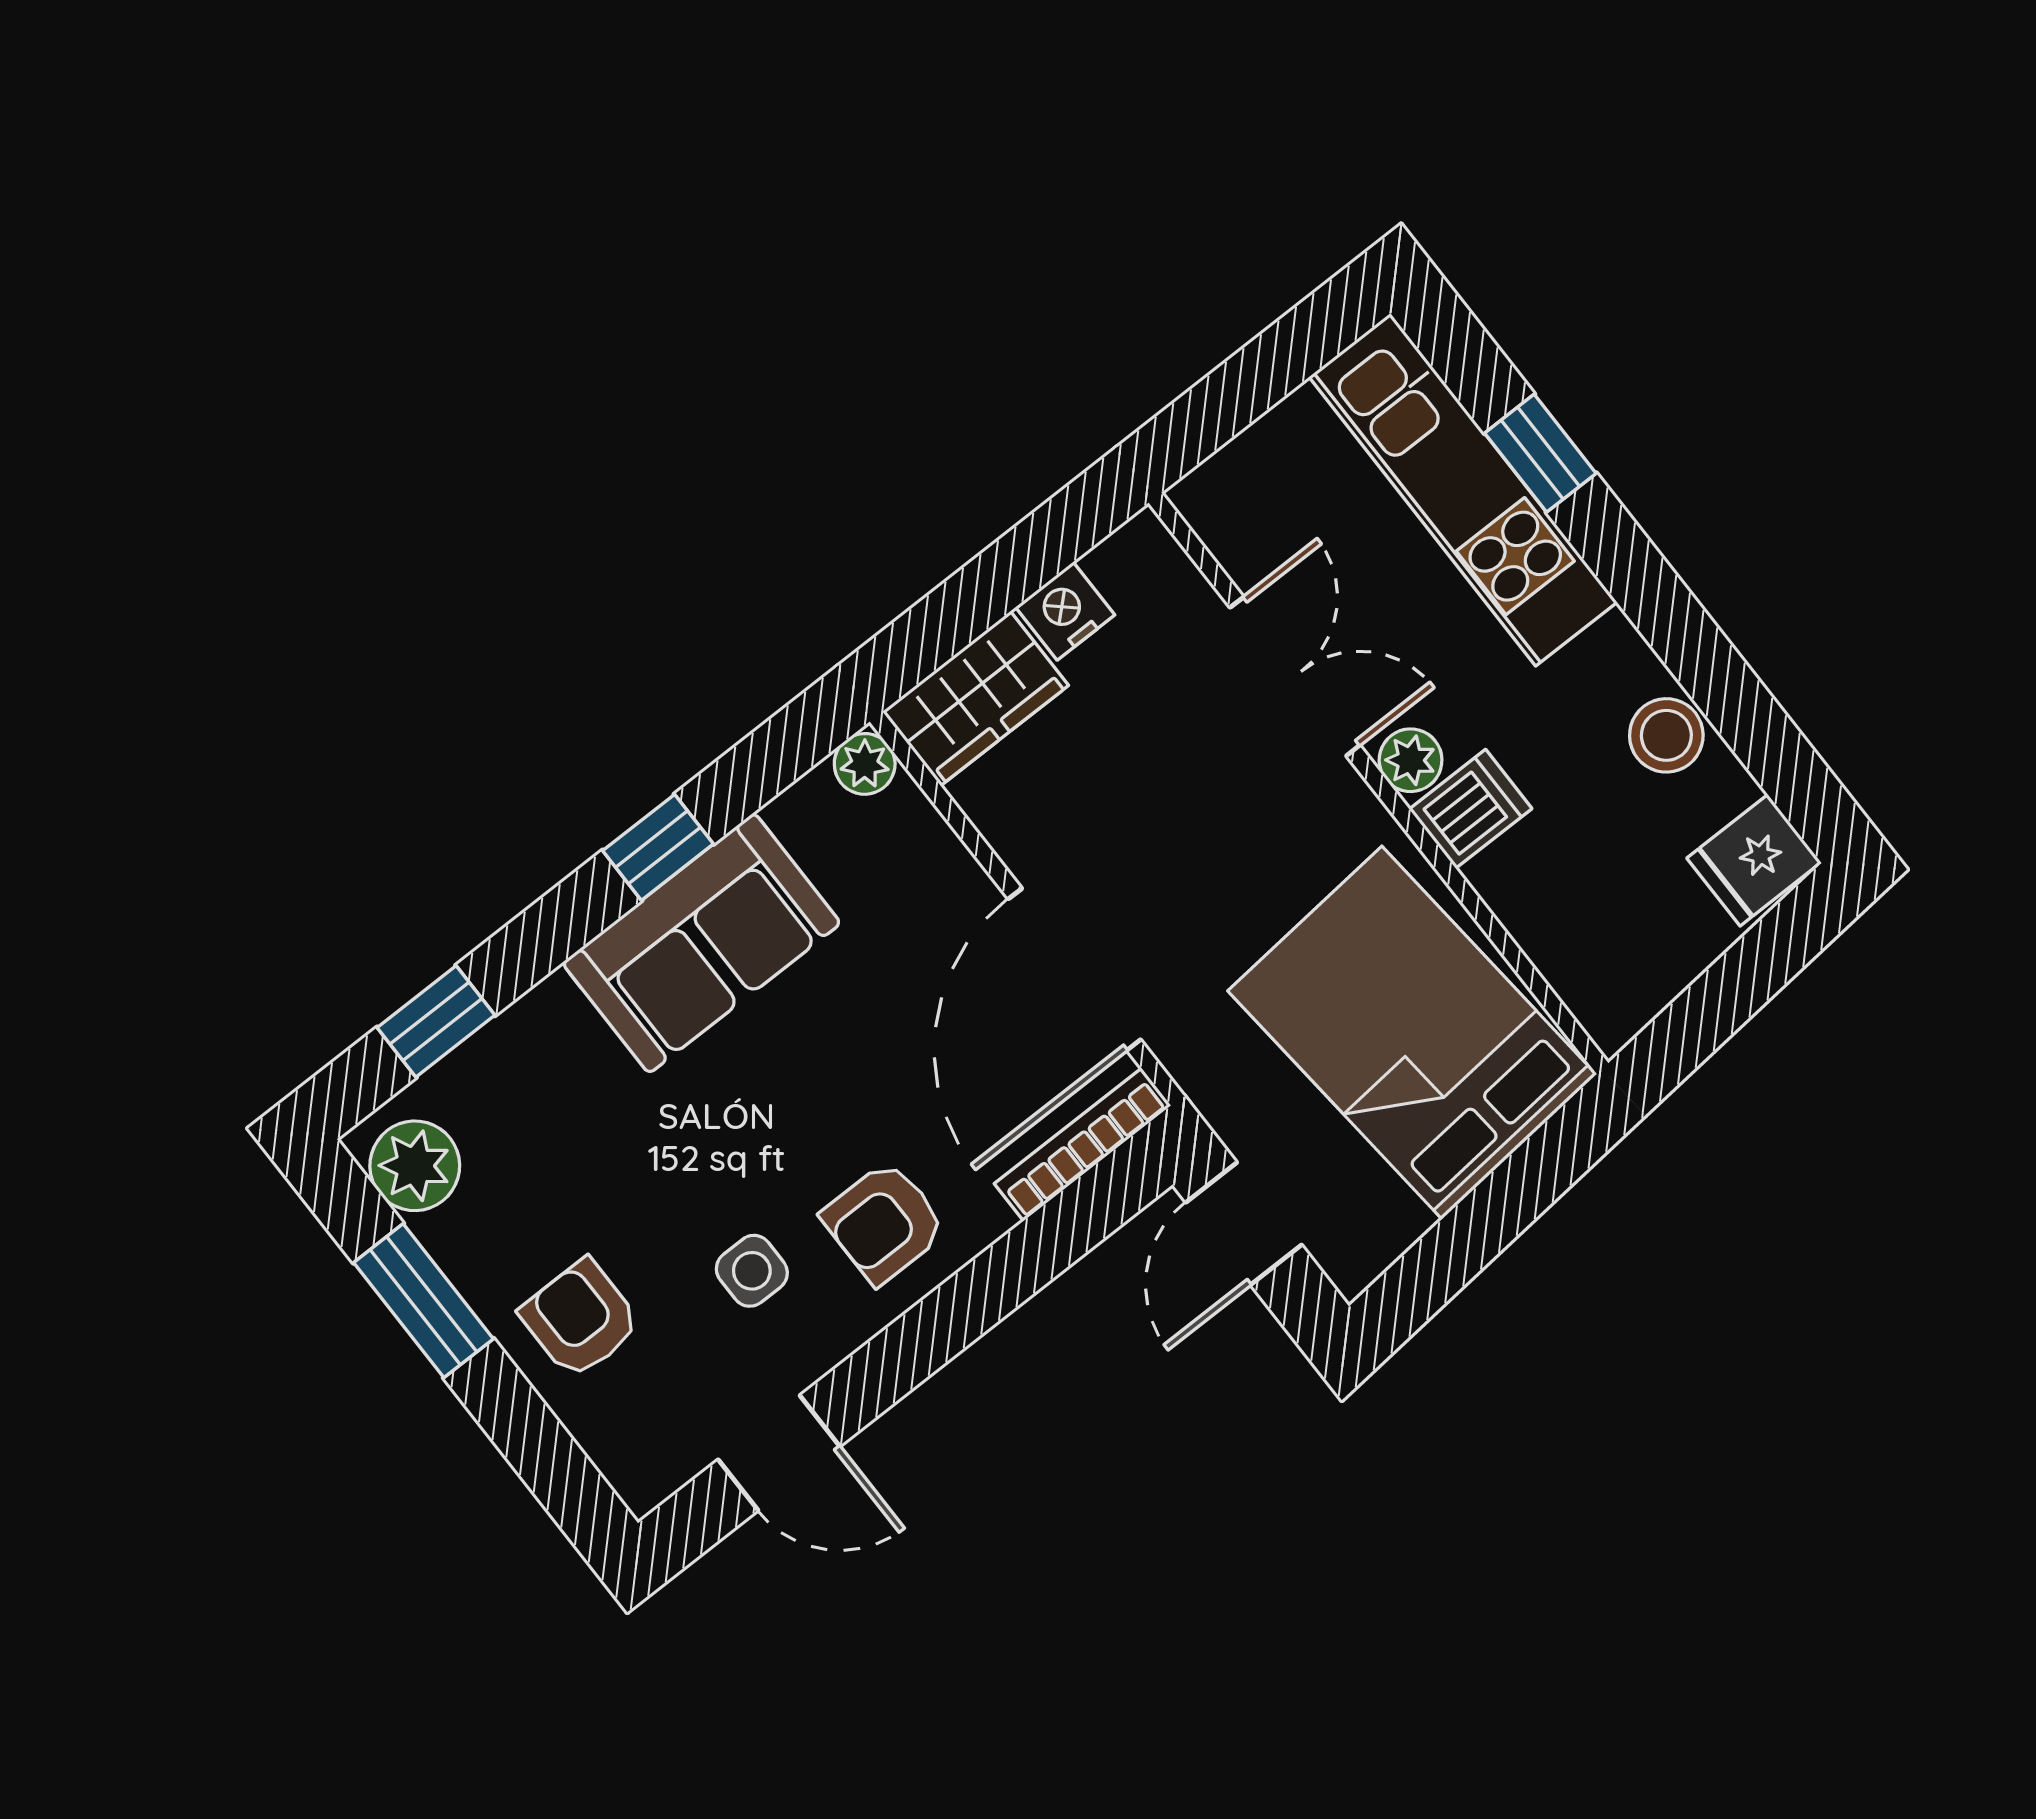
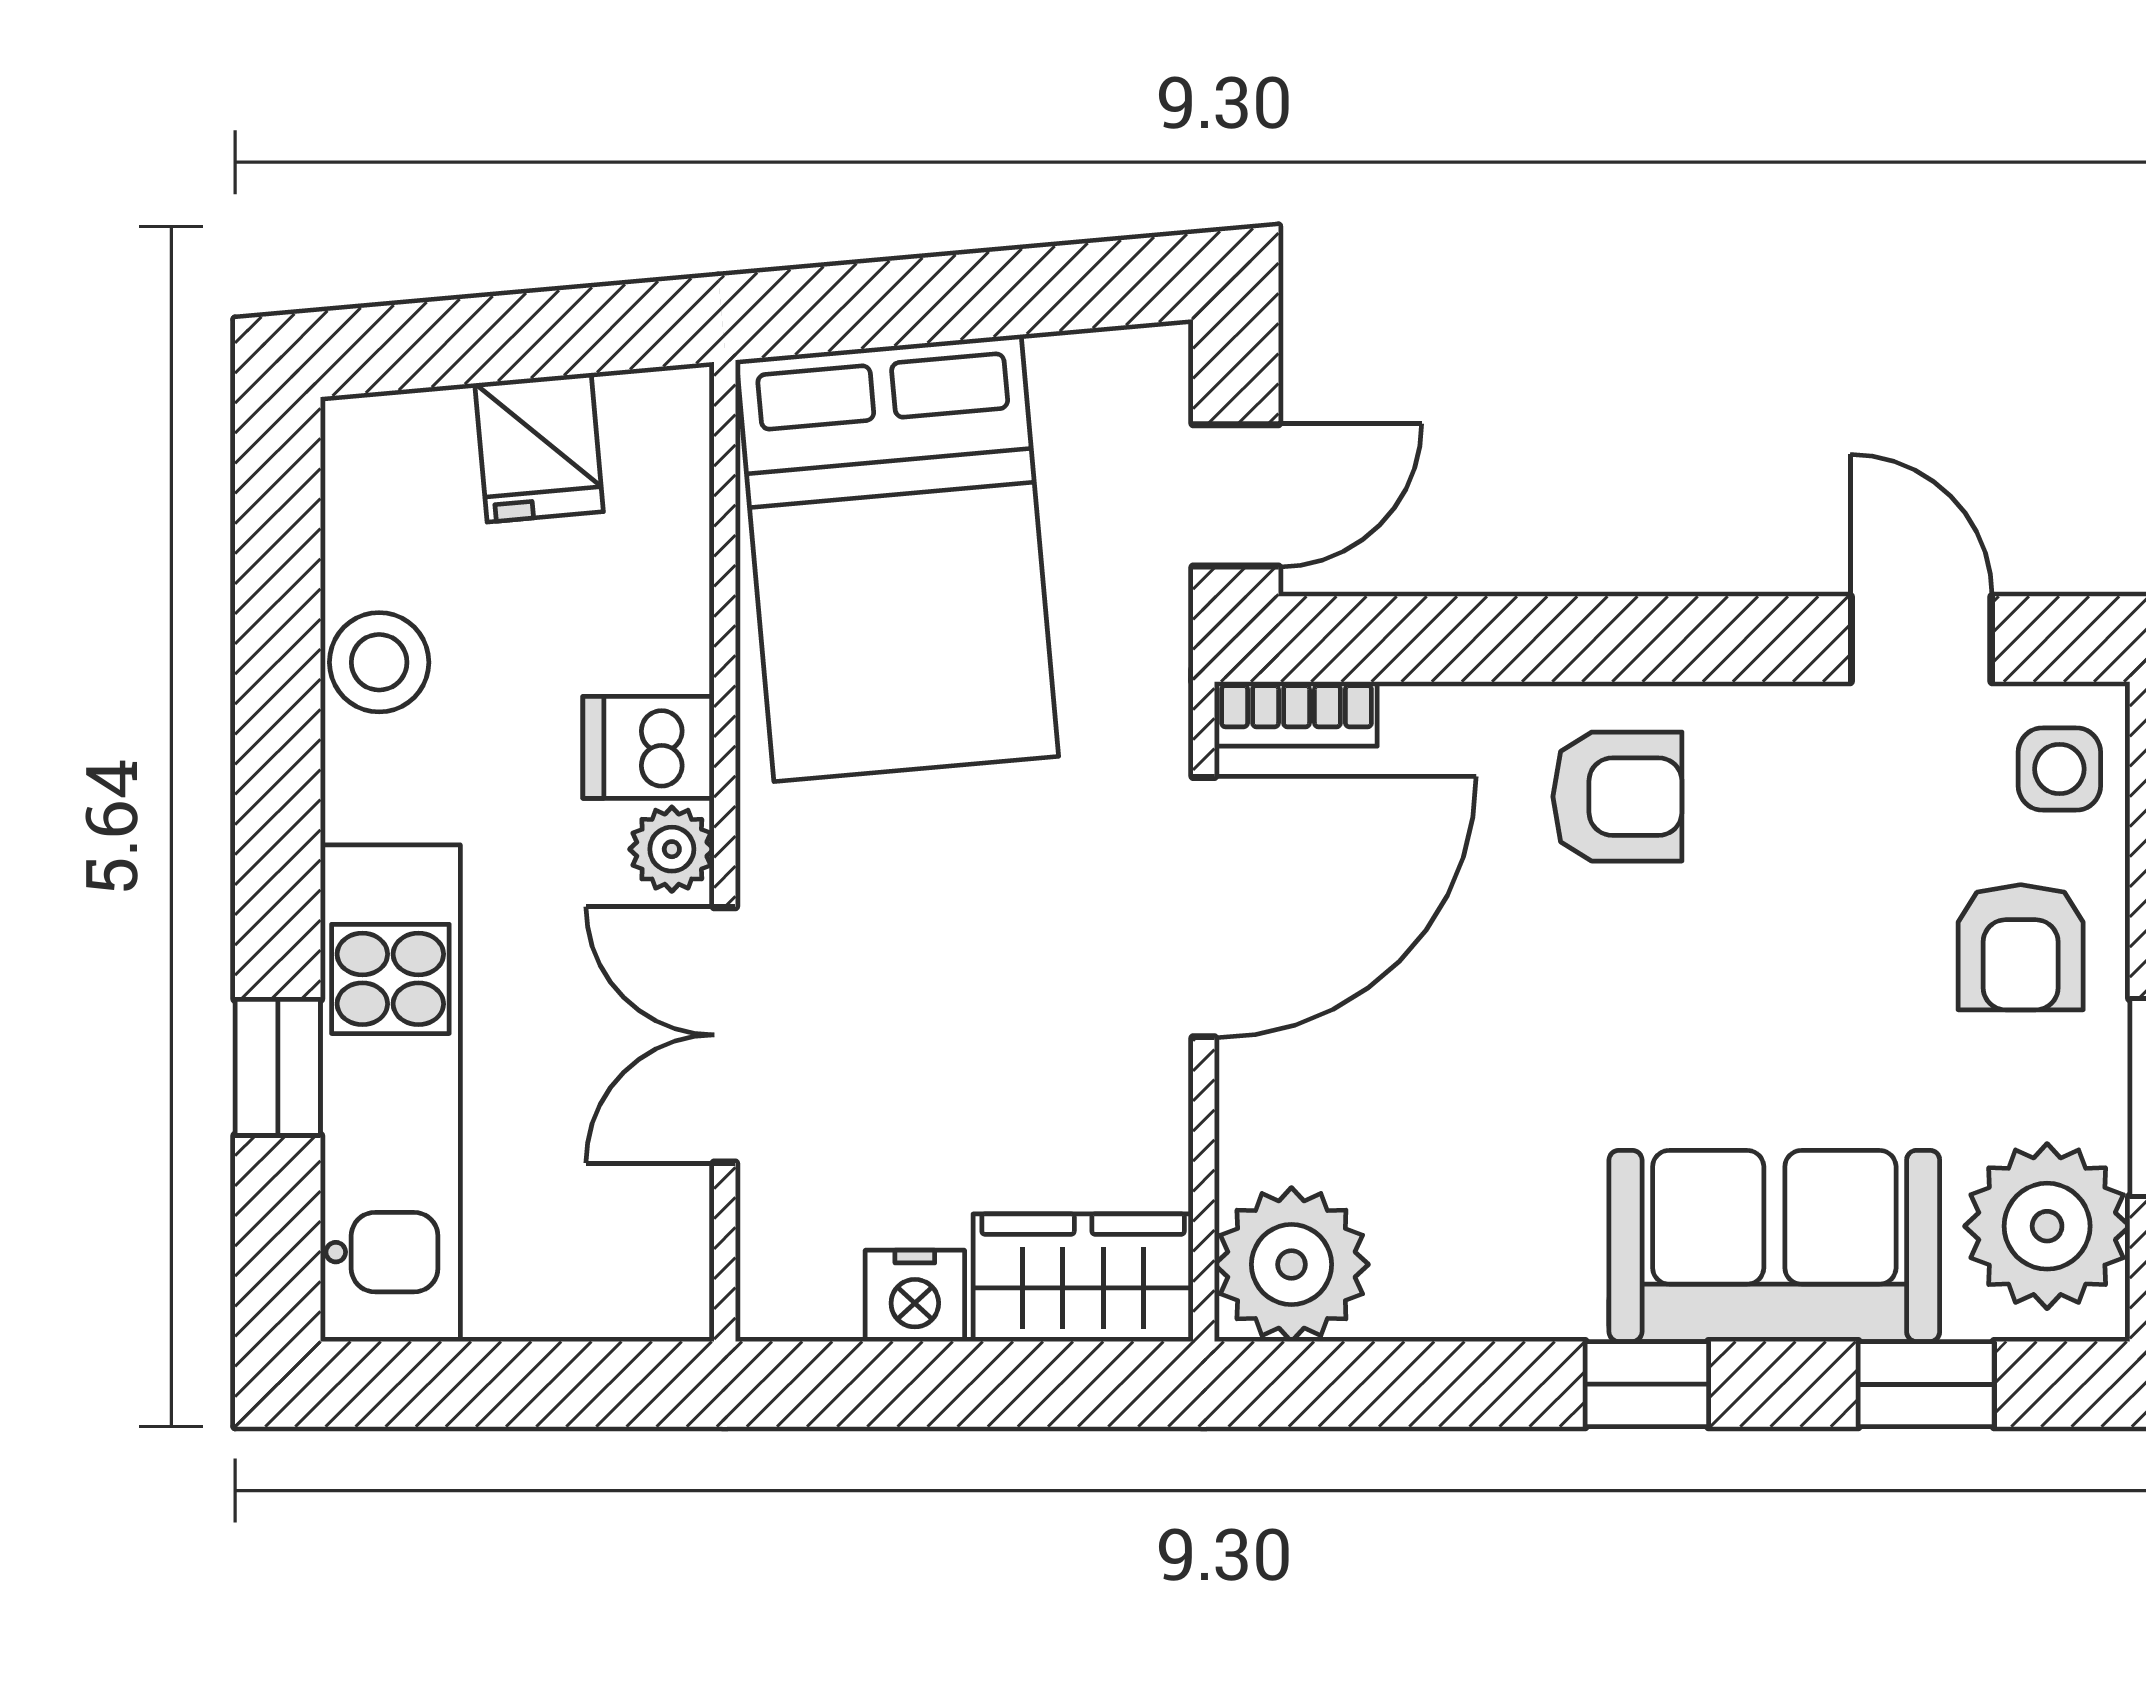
plant: (865, 764) -> (1291, 1264), width x1.88, depth x1.88
window: (658, 847) -> (1647, 1384), moved
fridge: (1754, 860) -> (539, 447), moved, turned 85
sofa: (701, 943) -> (1774, 1246), moved
bookcase: (1082, 1145) -> (1297, 714), width x0.64
plant: (415, 1166) -> (2047, 1226), width x1.36, depth x1.36
side table: (752, 1271) -> (2059, 769), moved

